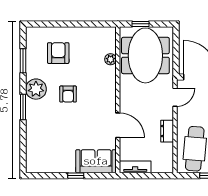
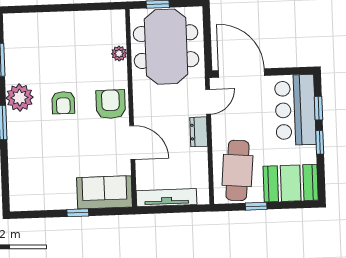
armchair: (58, 53) -> (111, 104), moved
dresser: (167, 131) -> (199, 132), moved
tv unit: (135, 167) -> (166, 198), width x1.41

